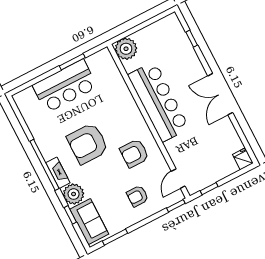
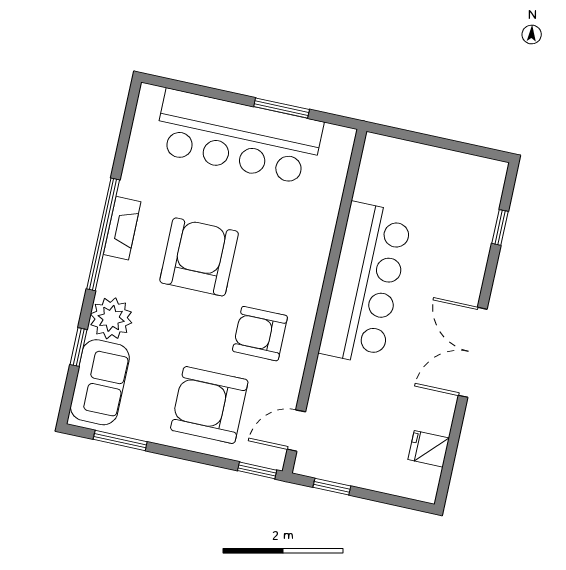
plant: (126, 49) -> (383, 158), removed
bar counter: (65, 86) -> (238, 137), width x1.36
armchair: (88, 144) -> (199, 257), turned 90
fridge: (243, 159) -> (429, 449), moved, turned -90
fireplace: (58, 173) -> (122, 228), moved
armchair: (137, 196) -> (209, 405), width x1.88, depth x1.88

